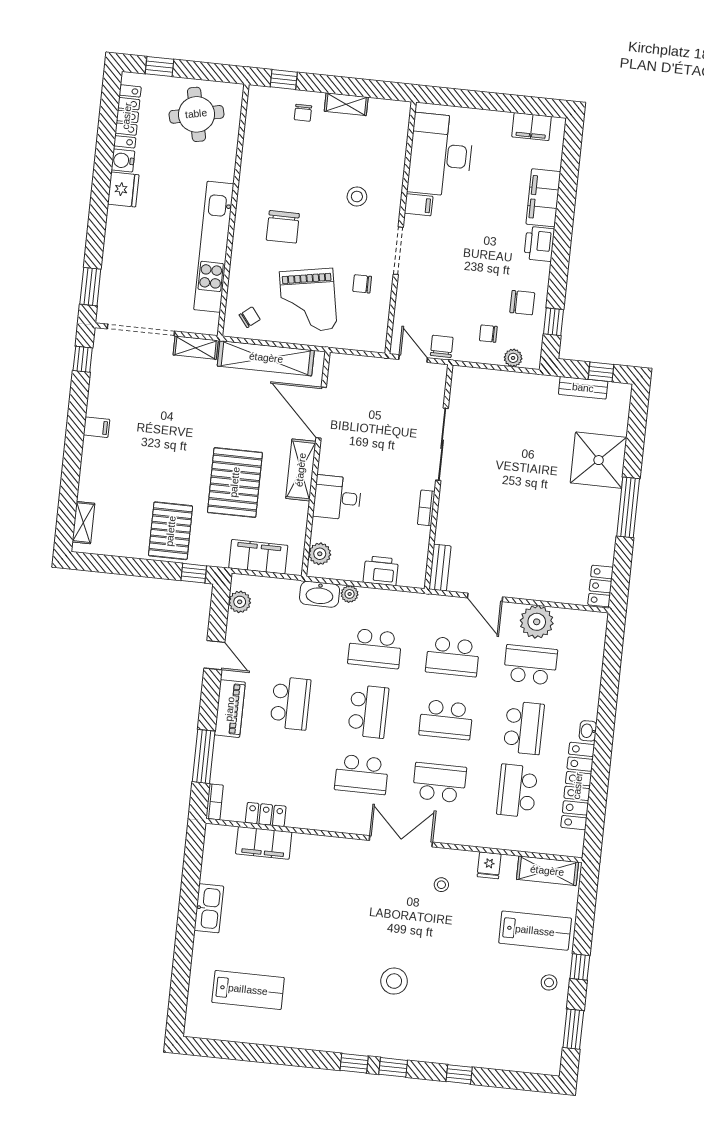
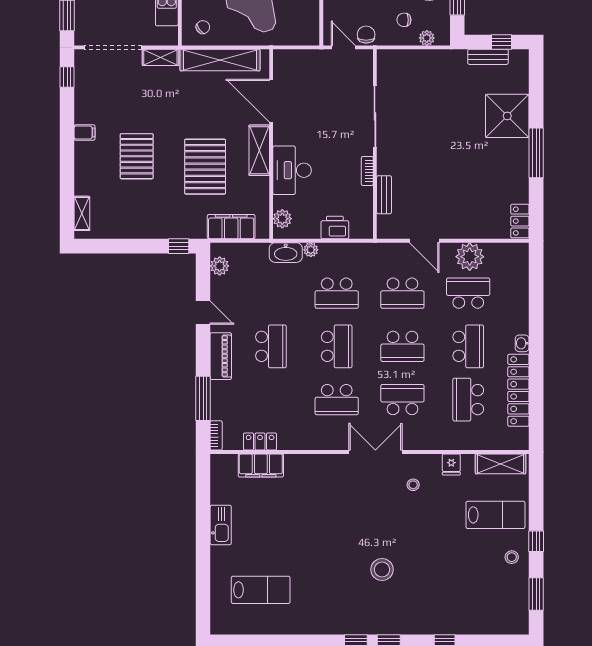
desk: (337, 498) -> (292, 170), width x1.37
pallet: (171, 531) -> (137, 156), moved
bench: (440, 568) -> (384, 195), moved

